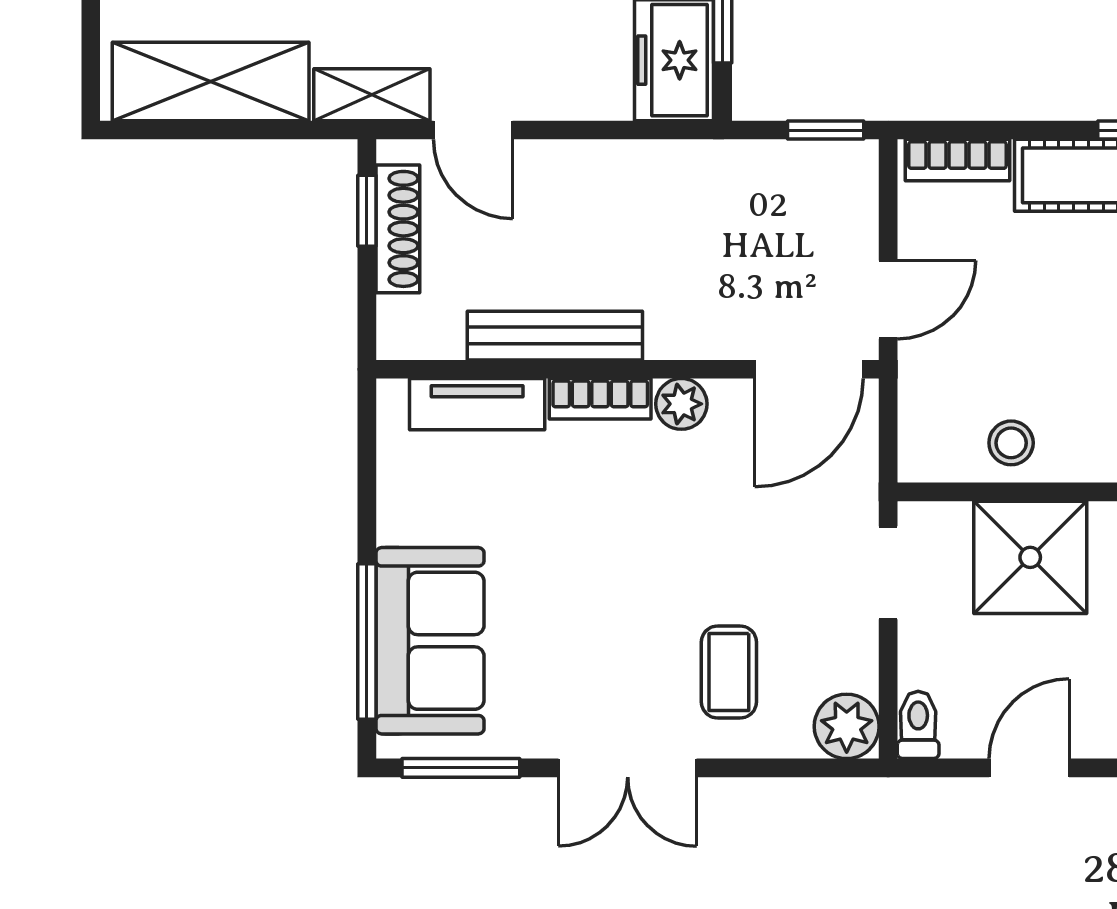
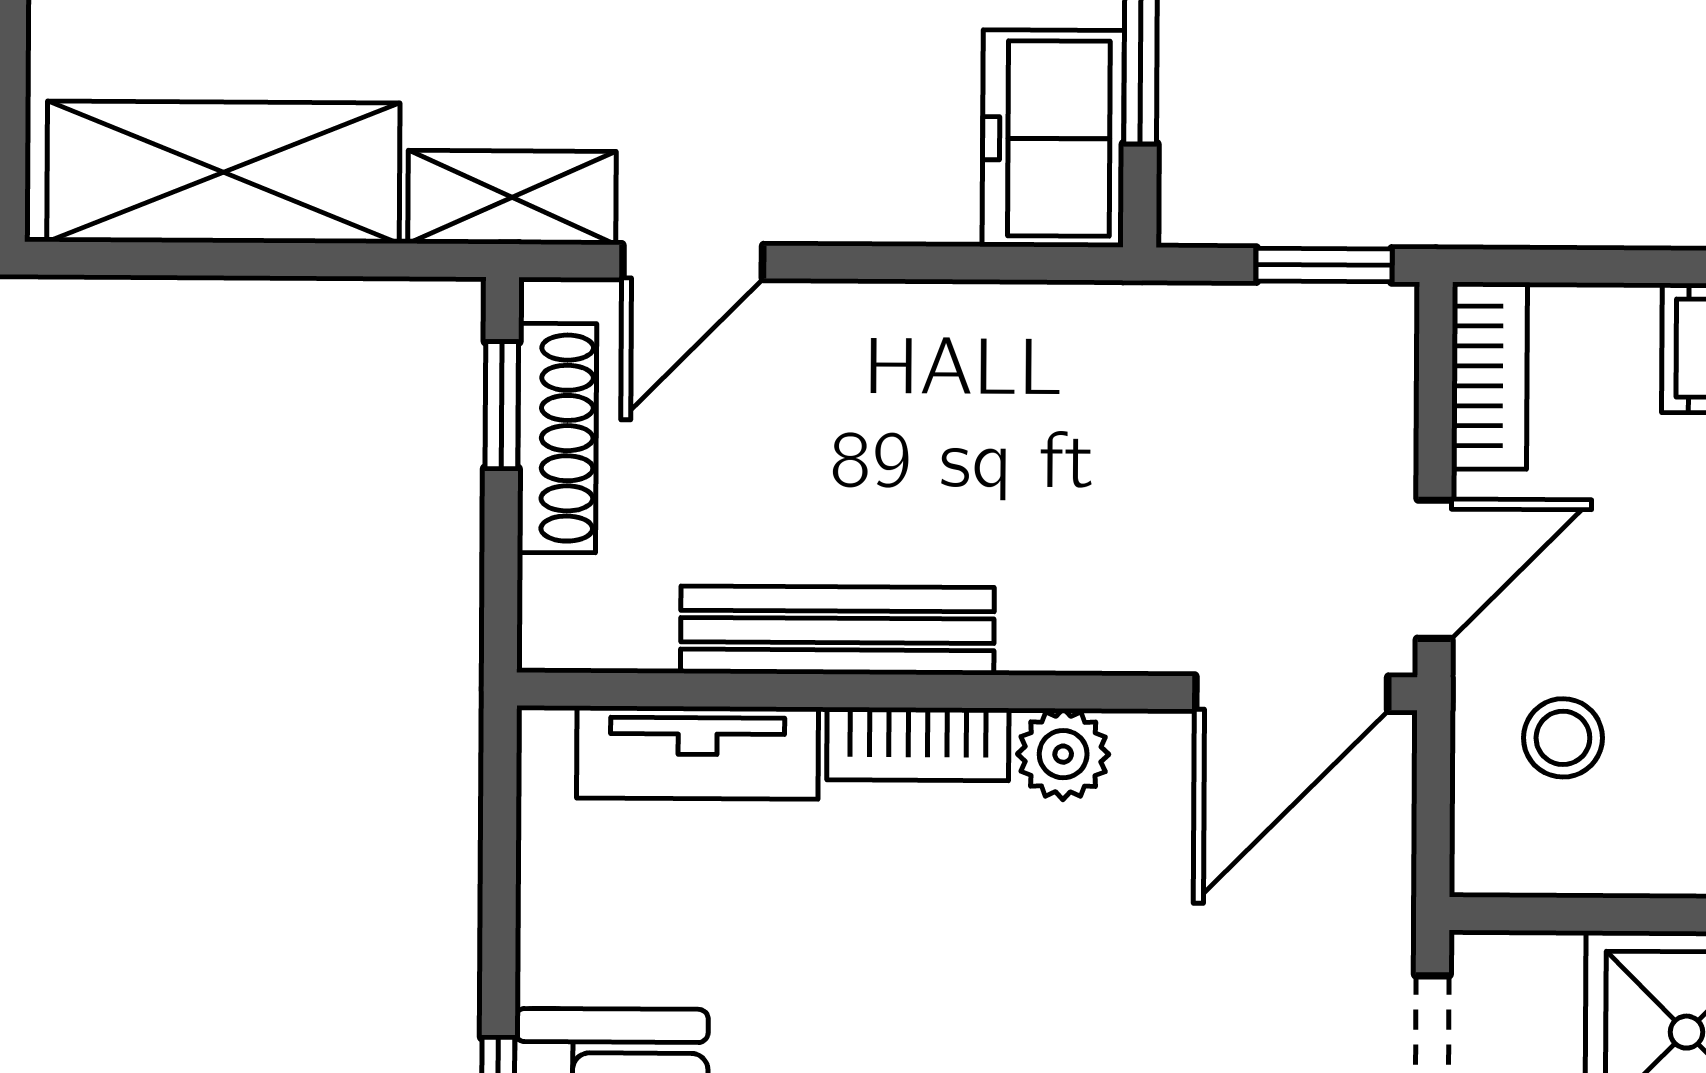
door: (473, 130) -> (693, 262), hinge flipped
bookcase: (957, 160) -> (1489, 376), moved, turned -90
stool: (1011, 443) -> (1563, 738), moved

